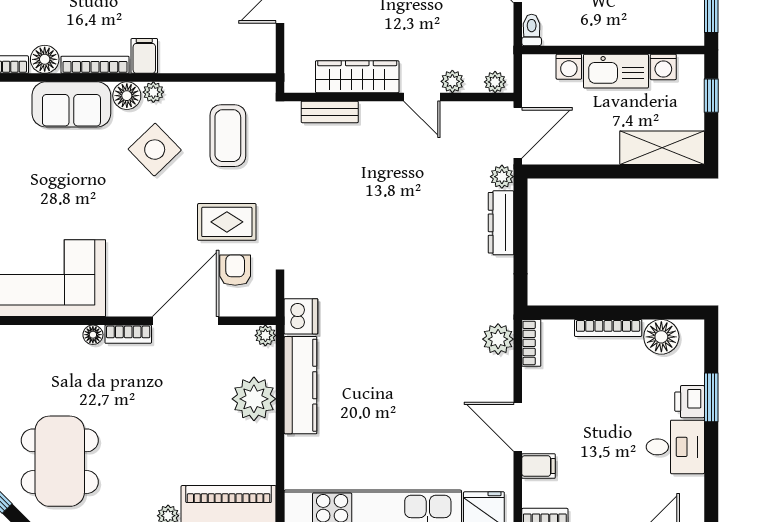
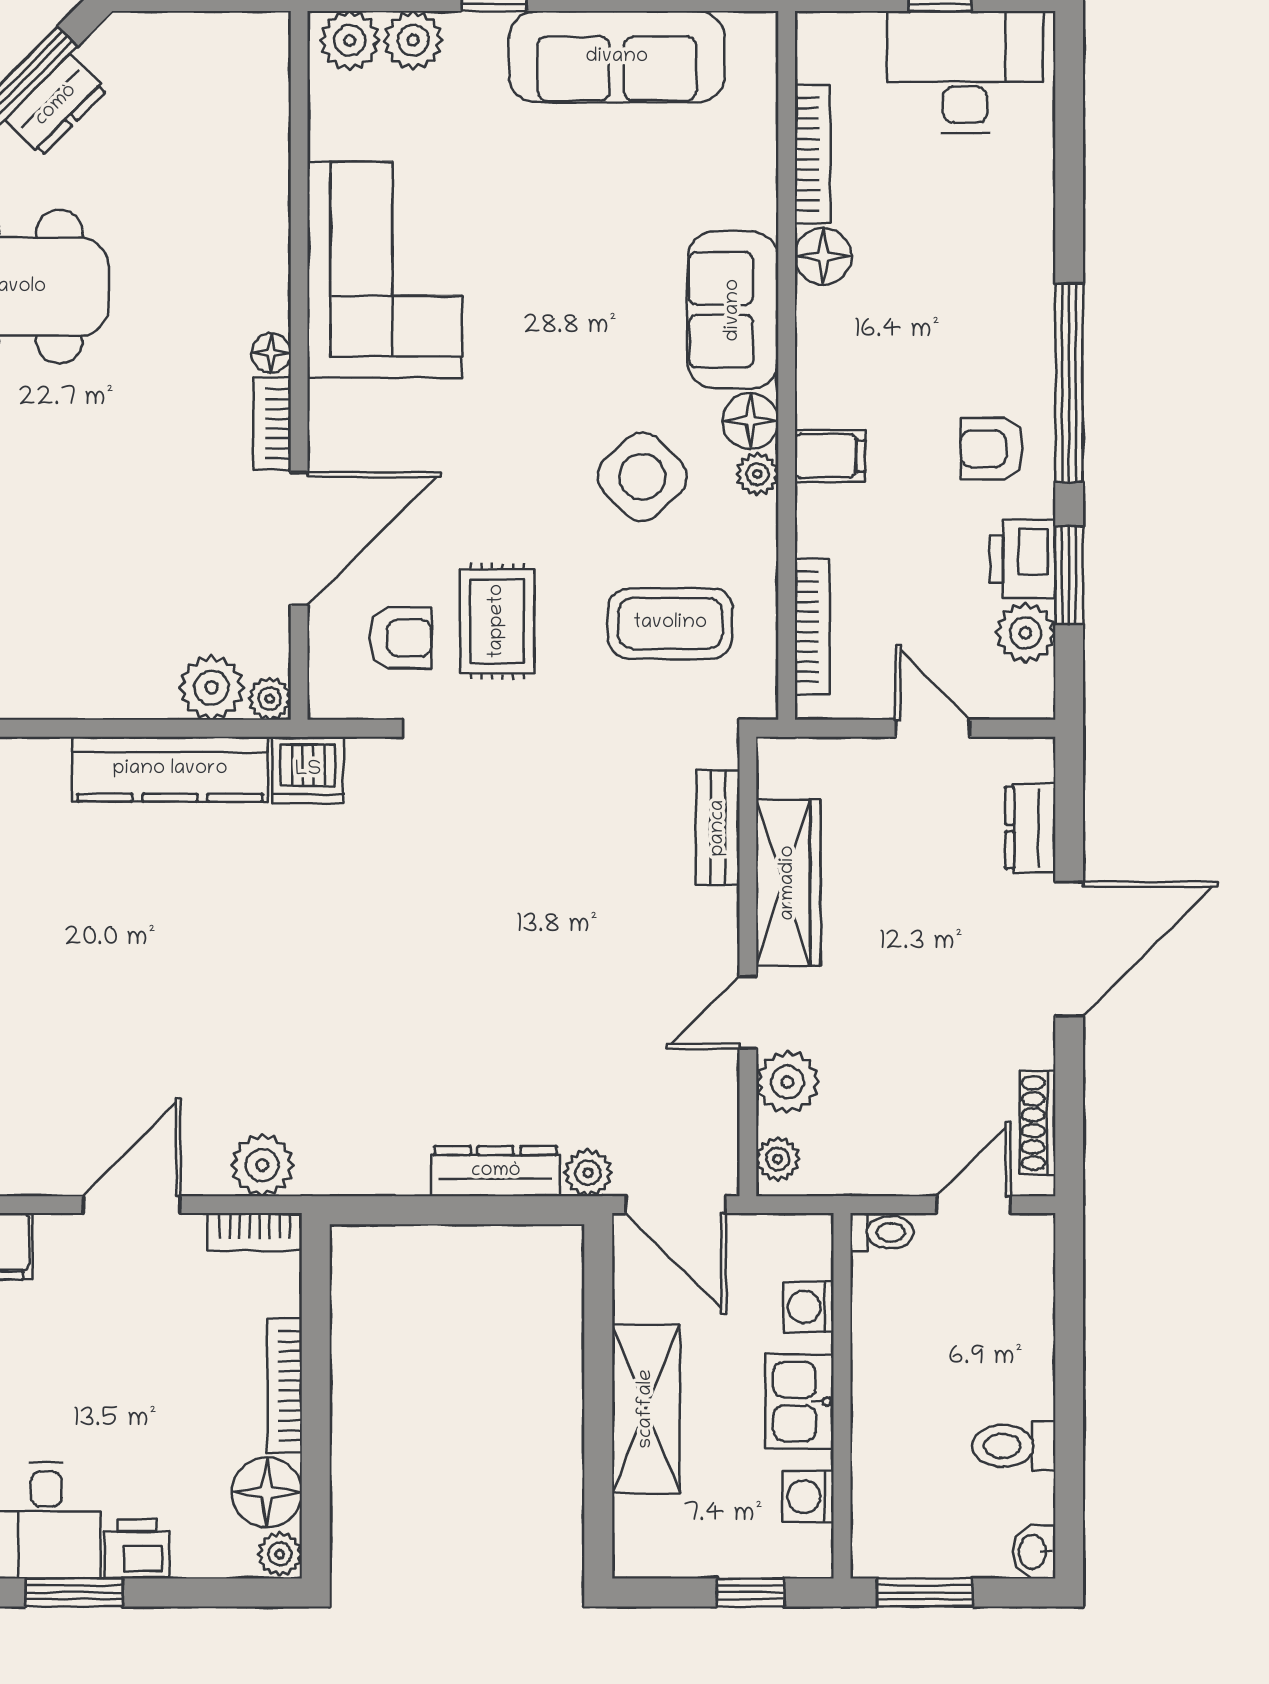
bookcase: (95, 65) -> (812, 627), moved
kitchen sink: (616, 71) -> (800, 1402), width x0.73
plant: (452, 81) -> (788, 1082), width x1.38, depth x1.38
shelving: (662, 148) -> (646, 1409), moved
door: (186, 321) -> (299, 539), hinge flipped
plant: (692, 330) -> (280, 1554), added
window: (711, 397) -> (74, 1592), moved
plant: (254, 399) -> (212, 687), moved, width x0.73, depth x0.73
door: (518, 427) -> (132, 1205), moved

